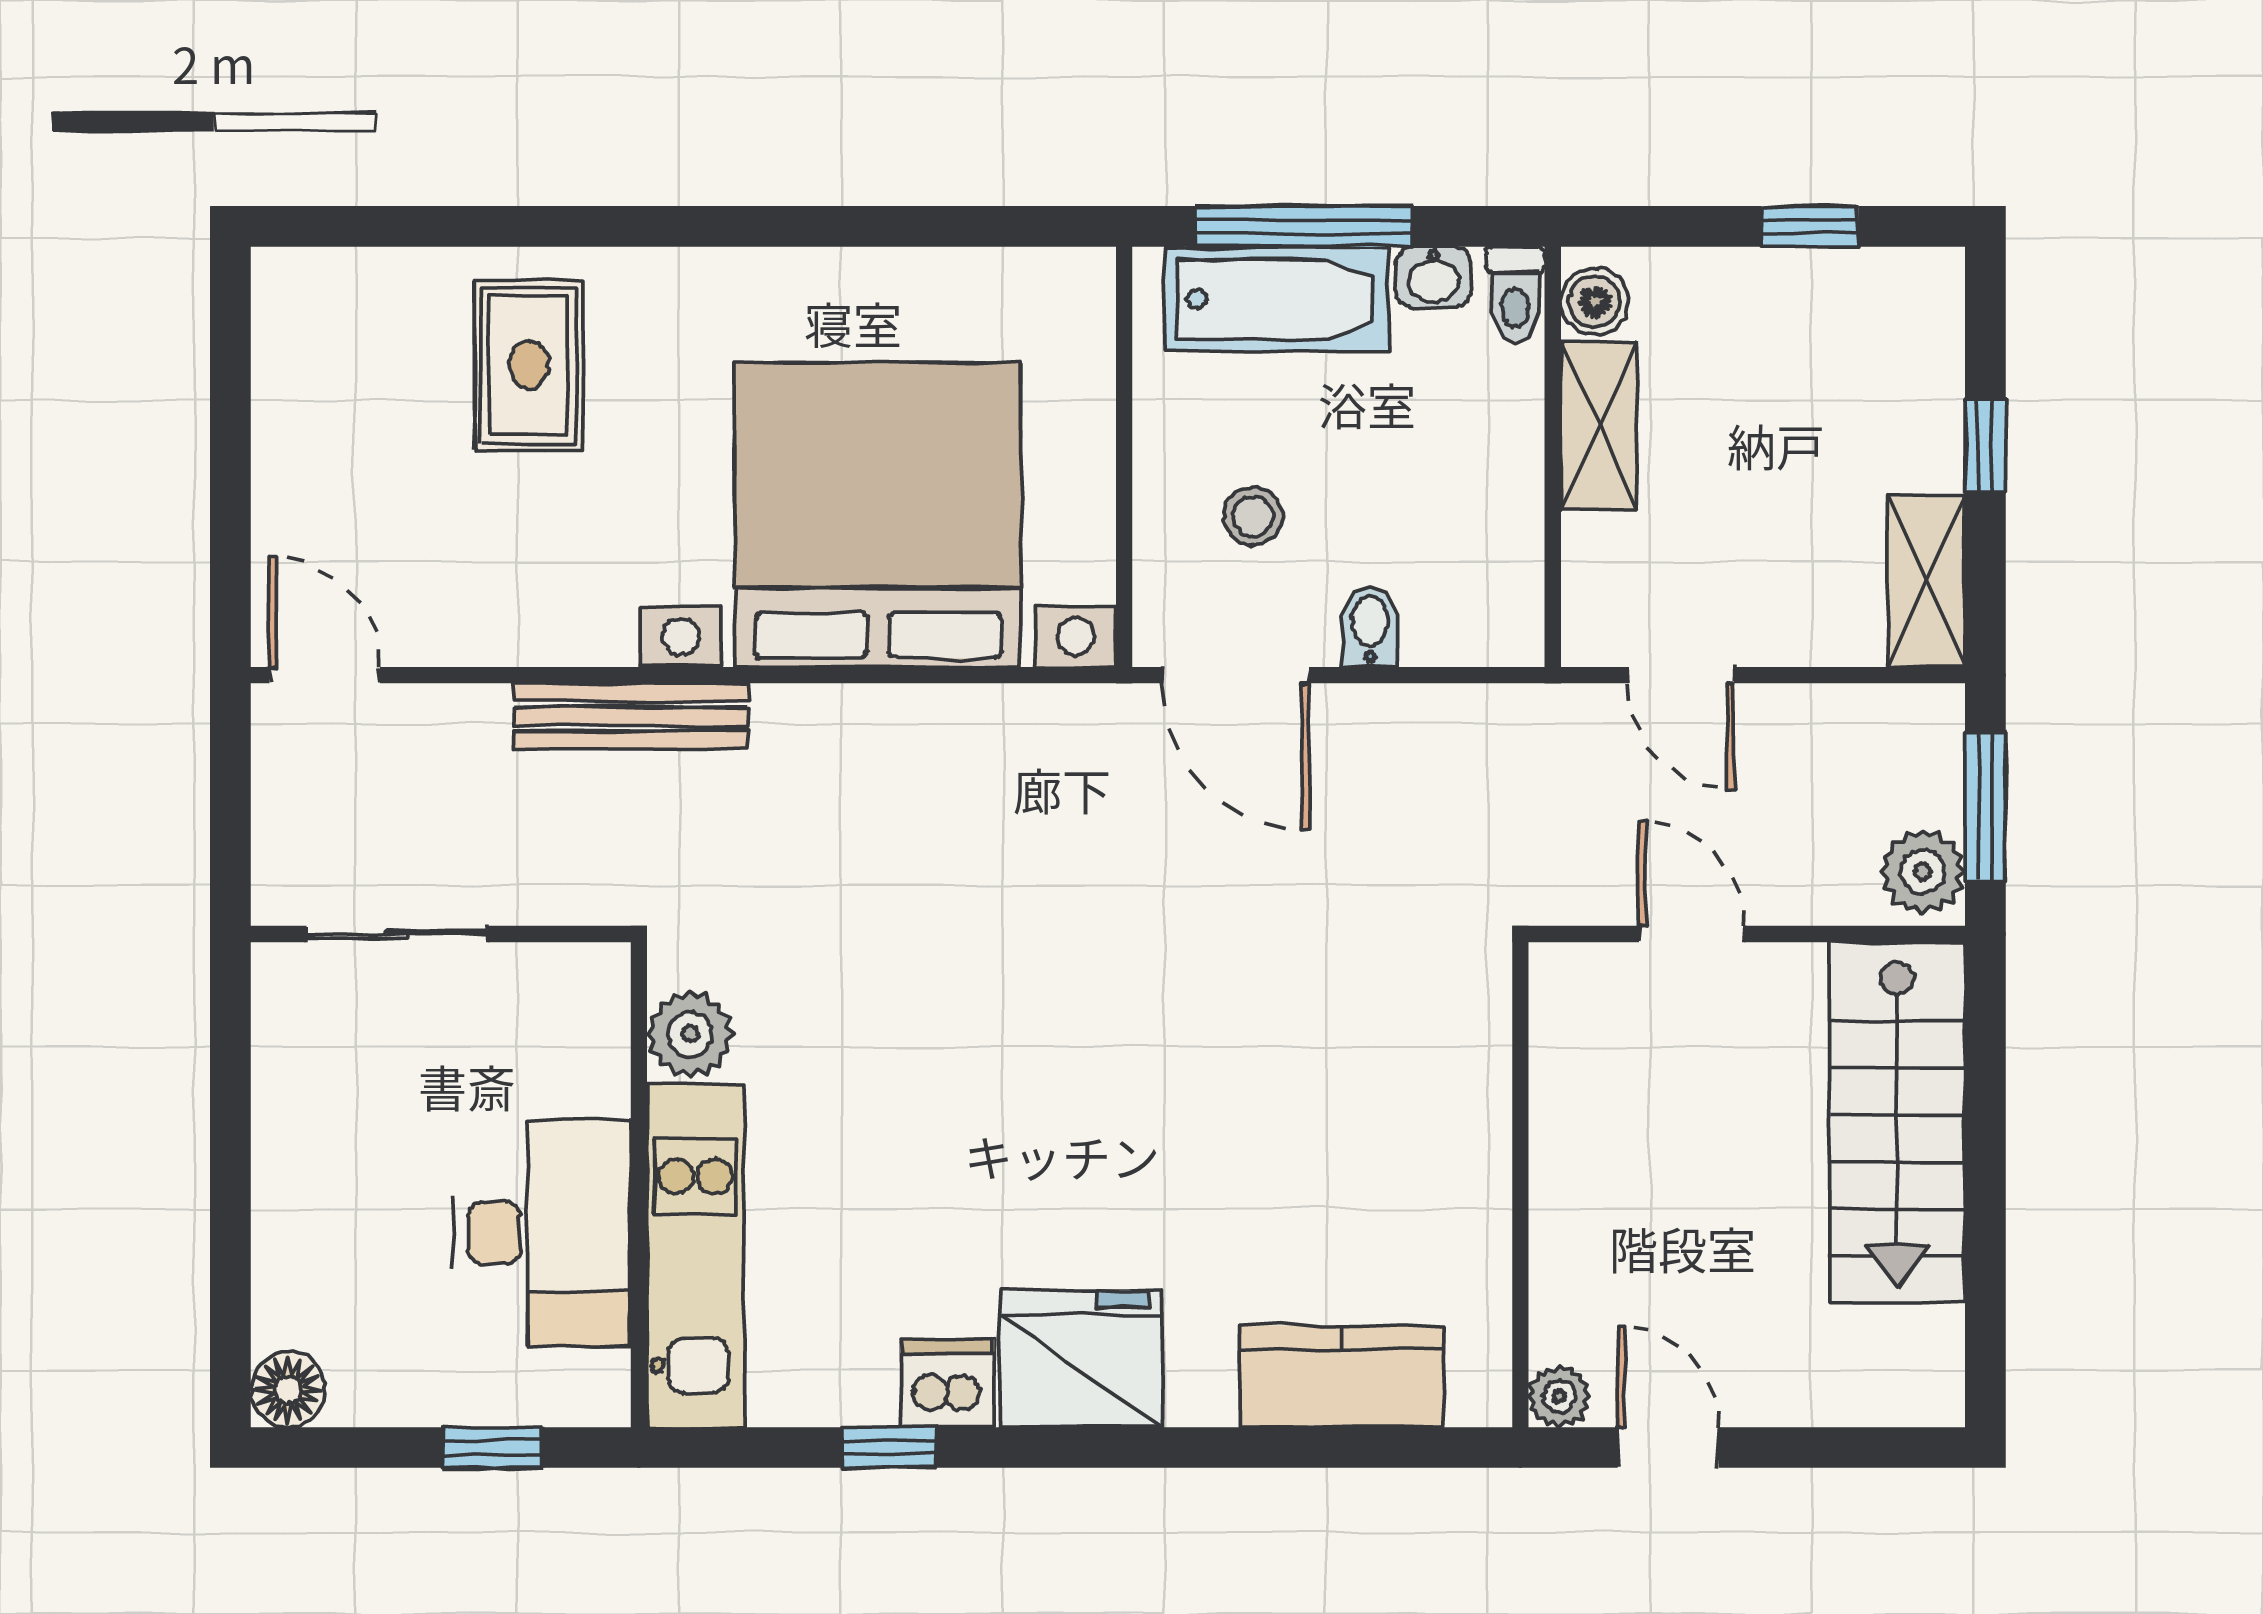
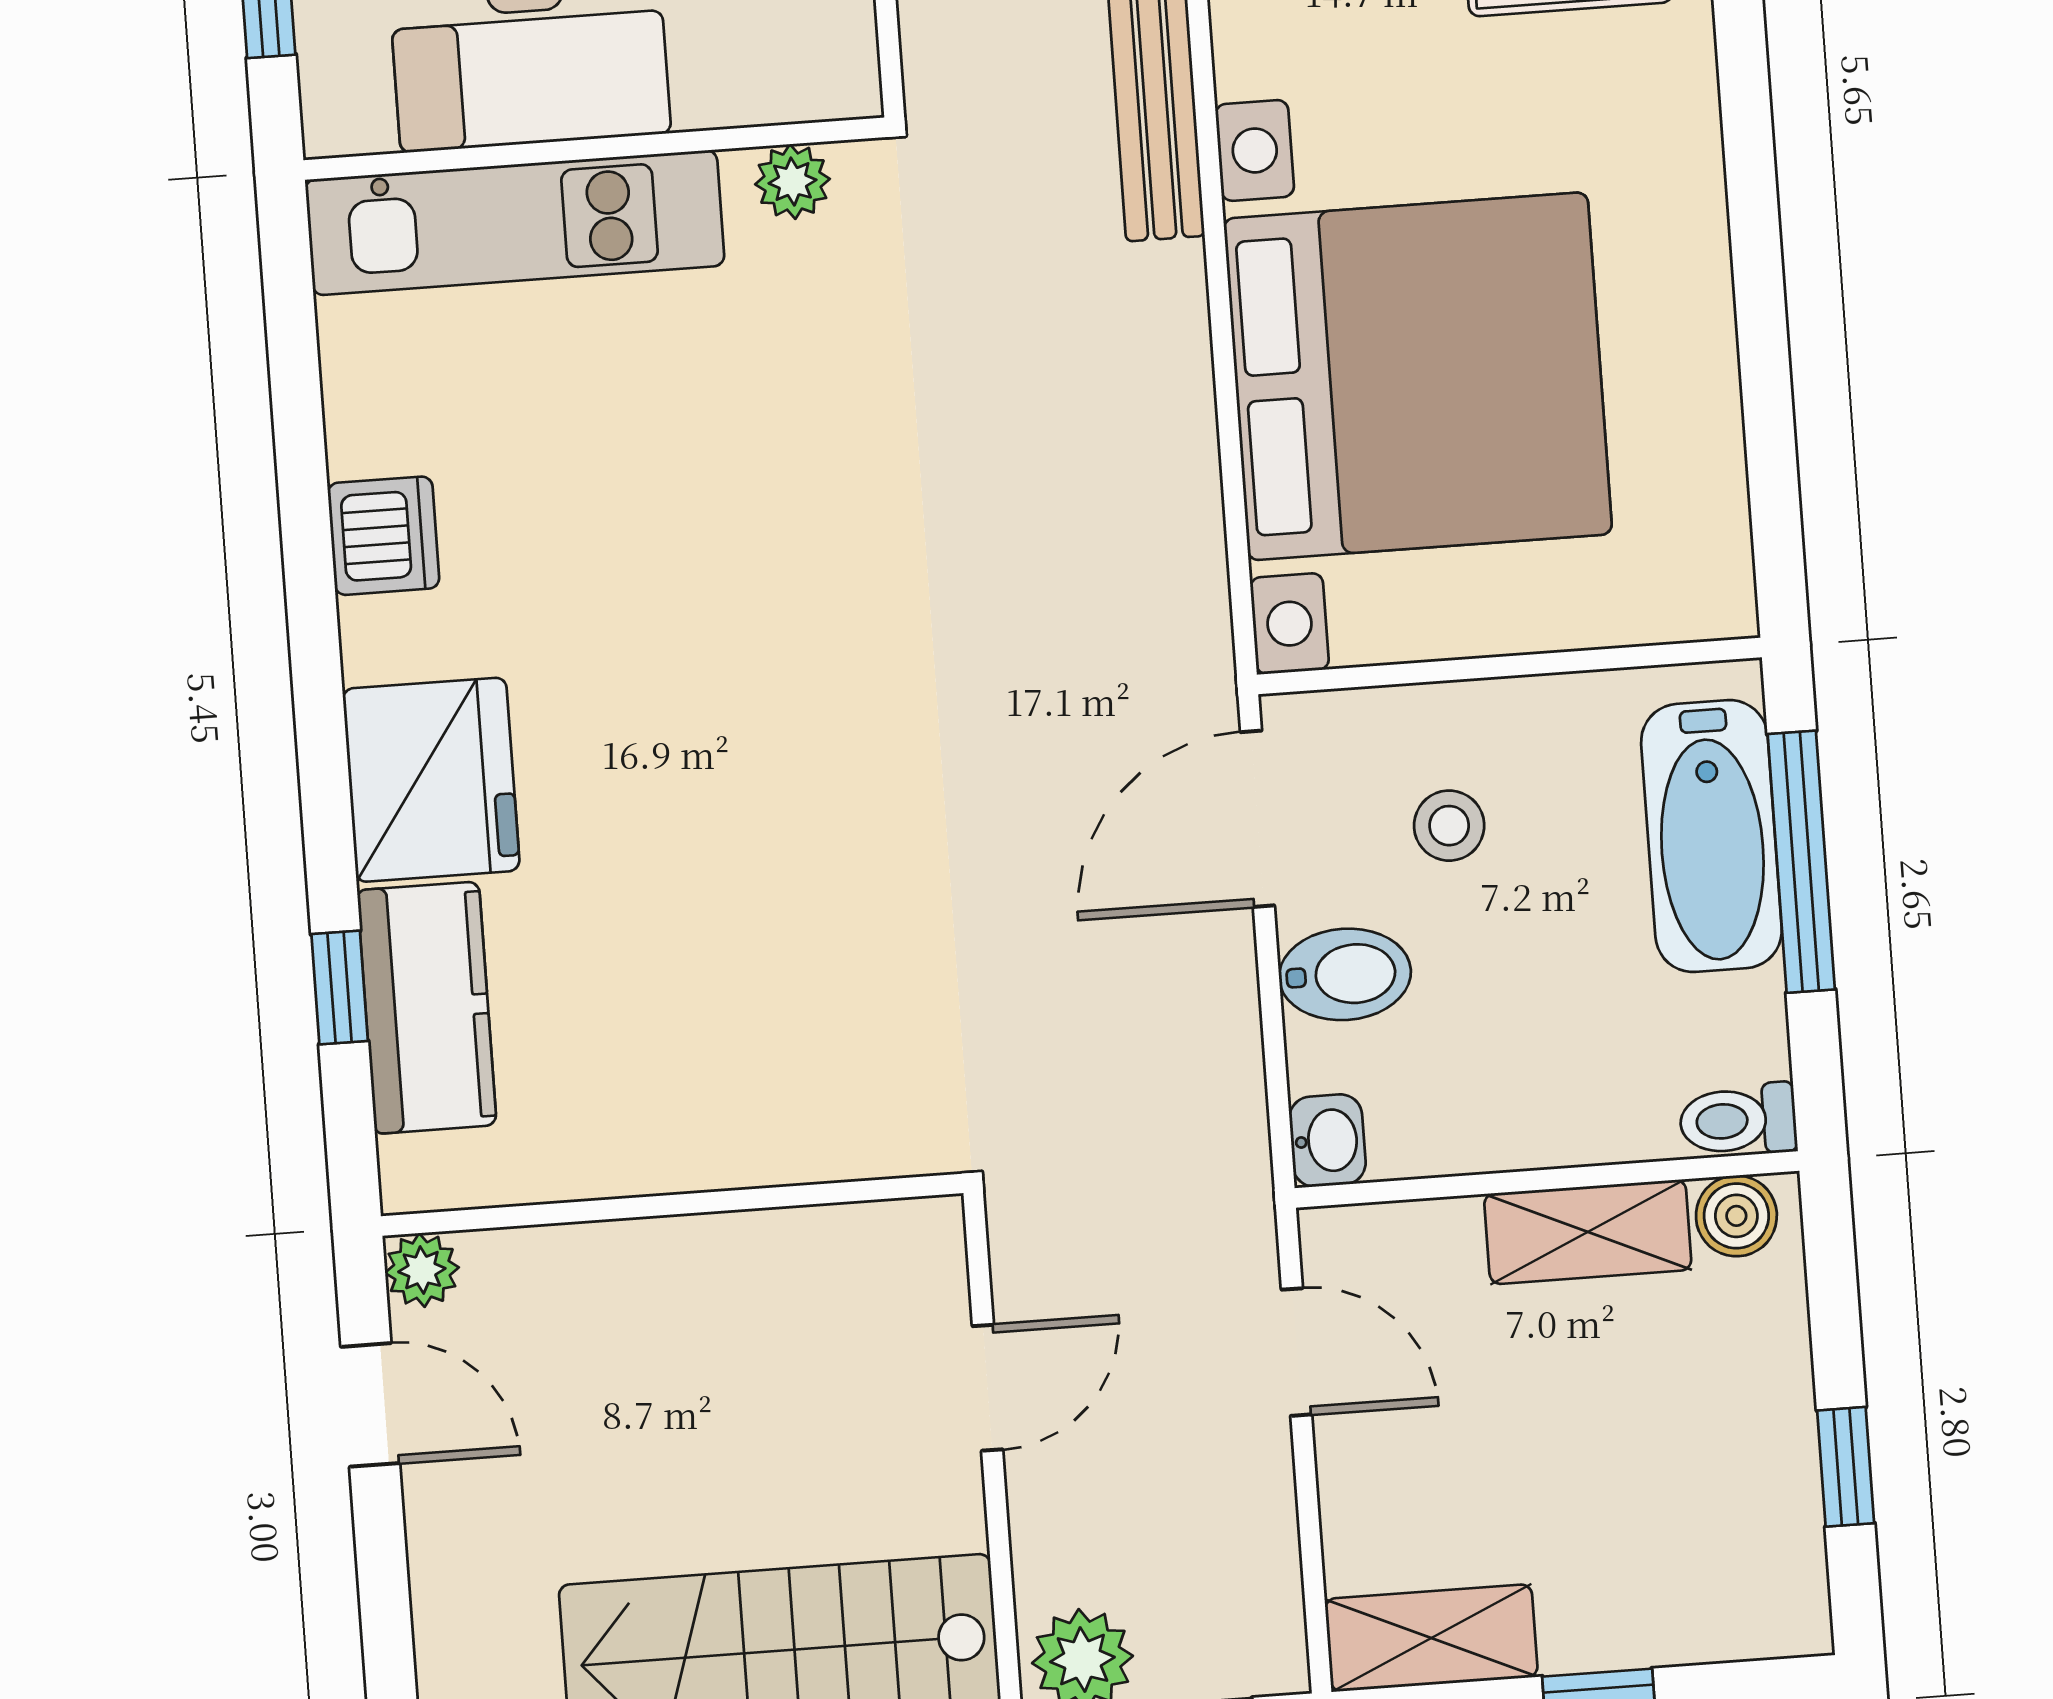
washbasin: (1434, 277) -> (1327, 1141), moved, turned 180
bidet: (1370, 627) -> (1345, 974), width x1.38, depth x1.36
door: (1681, 675) -> (1297, 1352), swing flipped
plant: (690, 1034) -> (793, 182), width x0.73, depth x0.73
fridge: (1081, 1359) -> (431, 780), moved
window: (889, 1447) -> (340, 988), moved
door: (1668, 1447) -> (370, 1405), hinge flipped

